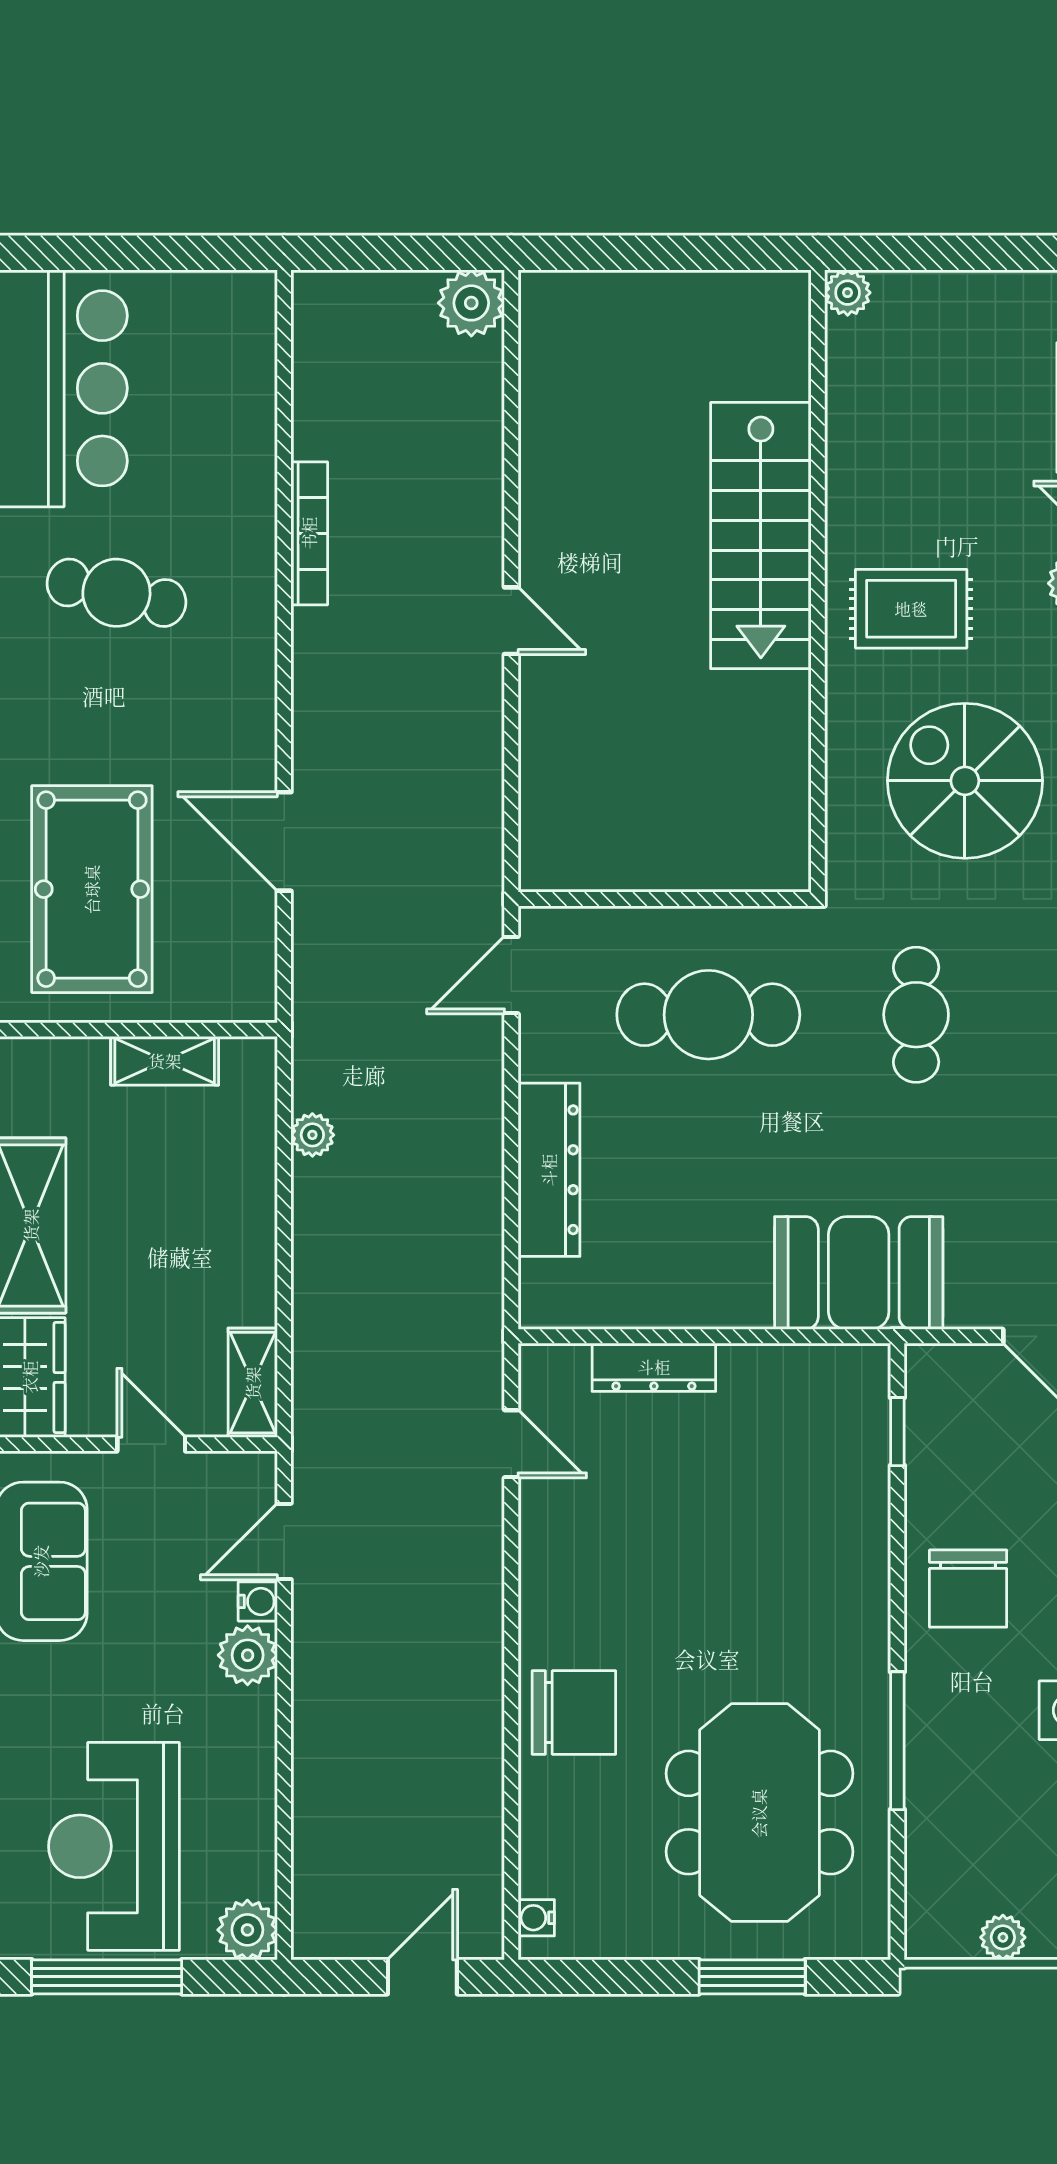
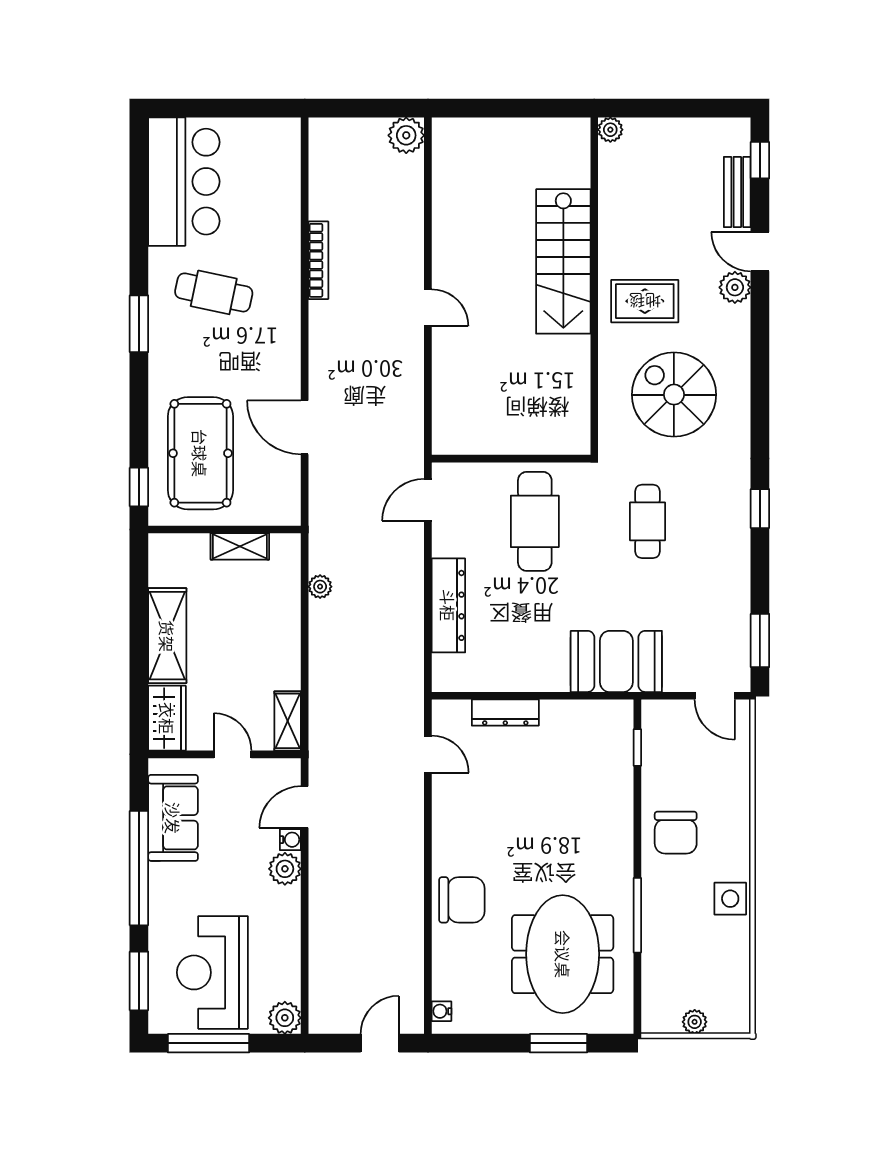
cafe table: (708, 1015) -> (535, 521), turned 90

